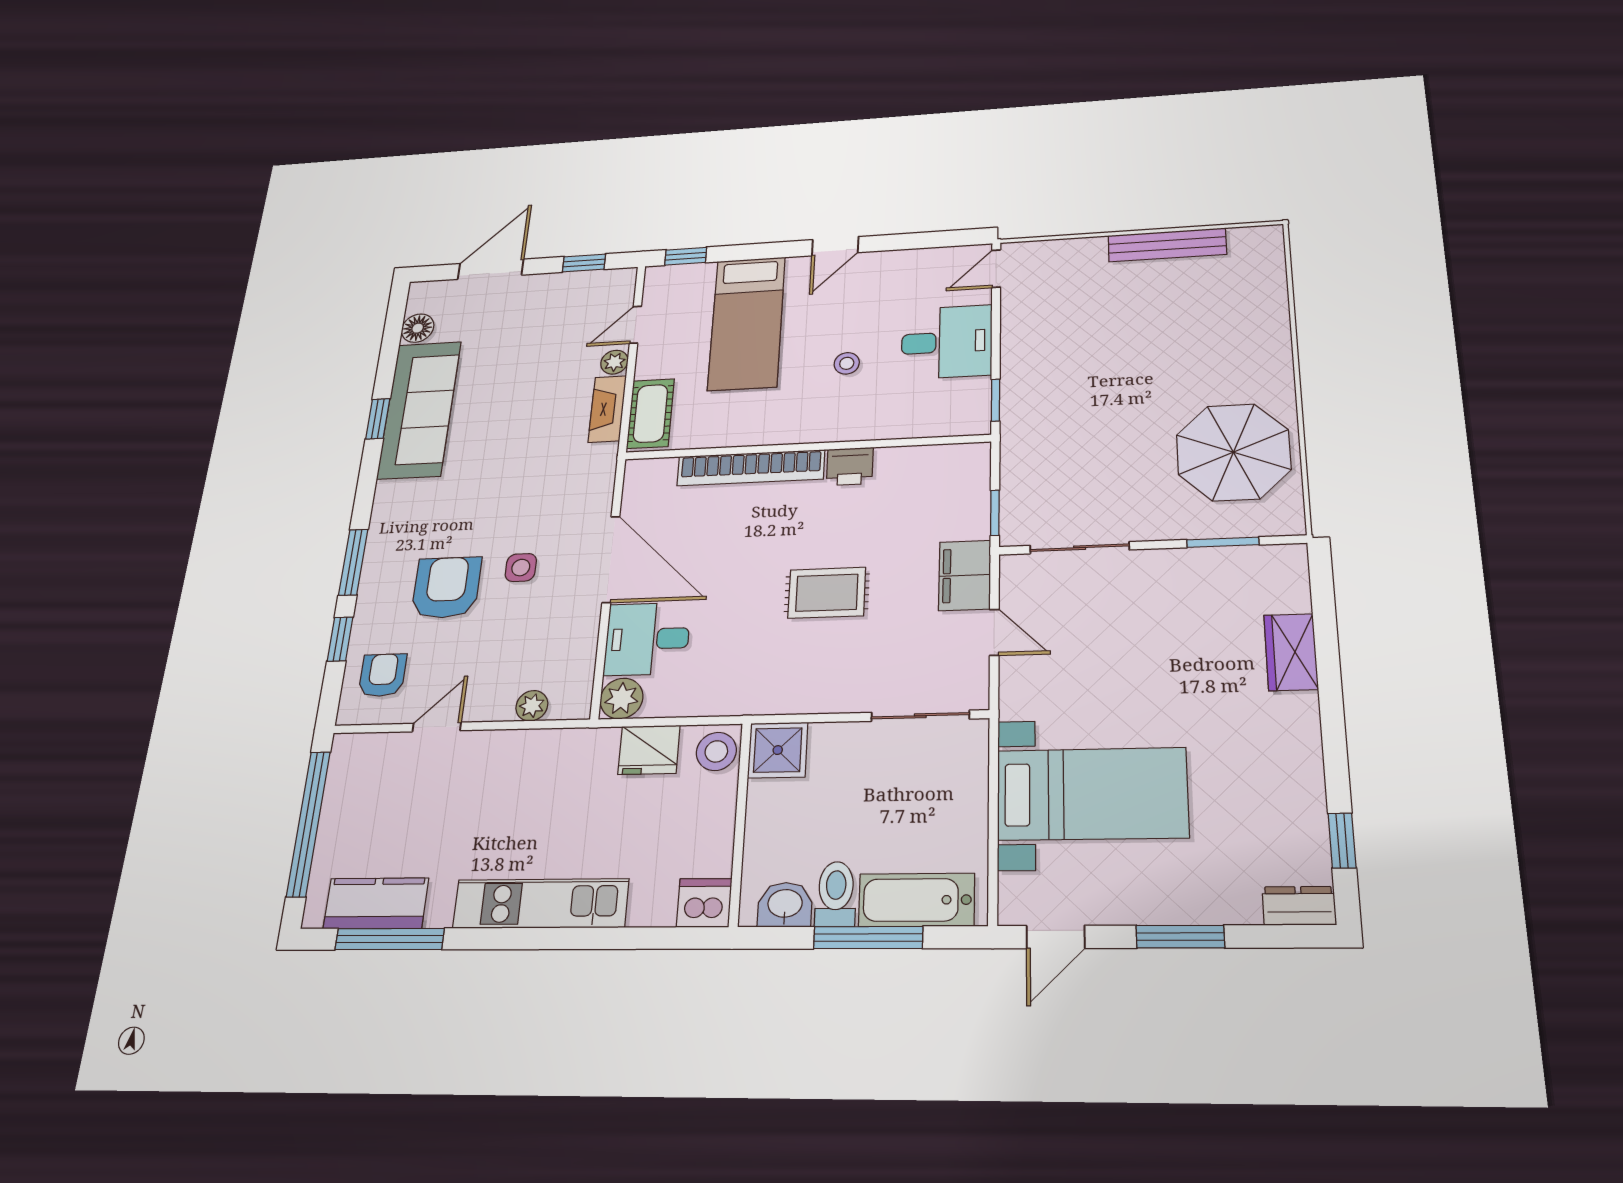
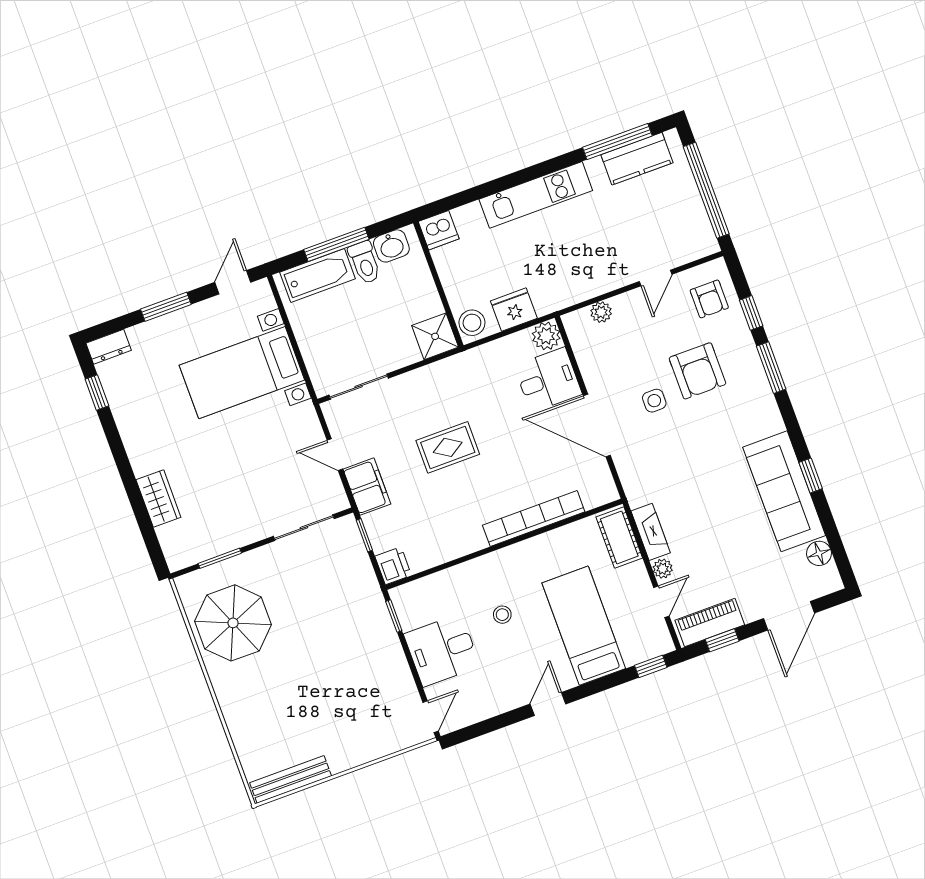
bench: (1167, 245) -> (291, 779), moved
piano: (589, 286) -> (710, 623), added
printer: (850, 466) -> (393, 566), moved, turned 90

